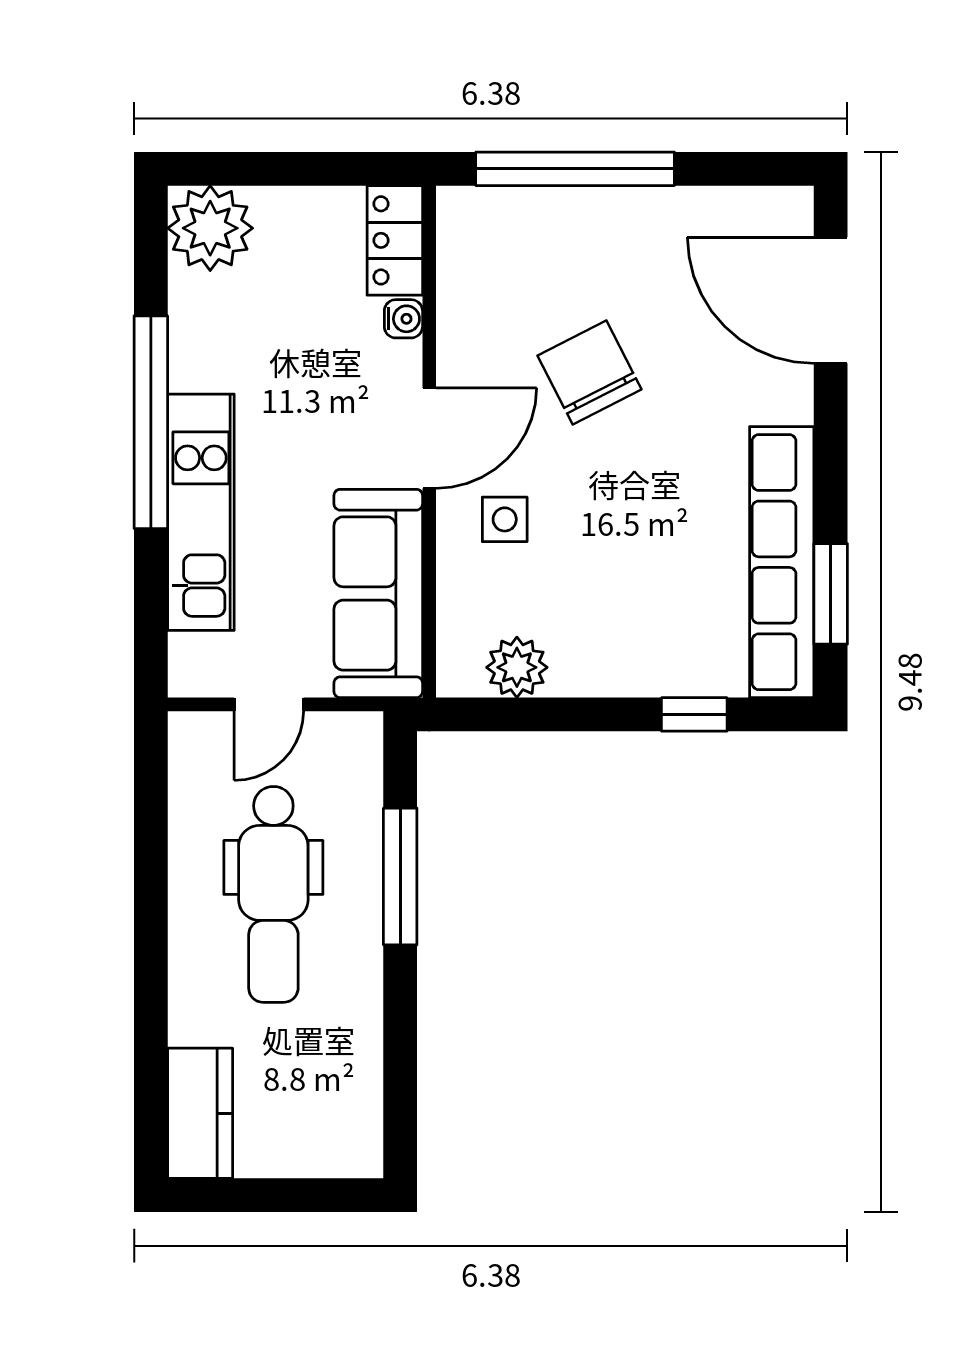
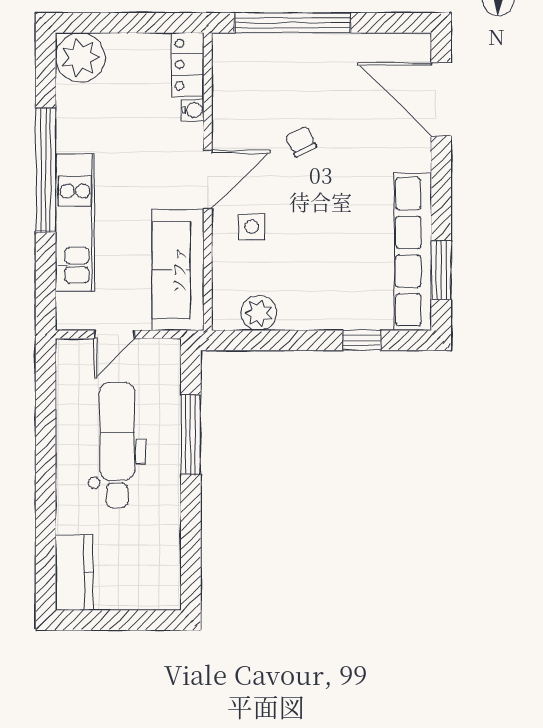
chair: (590, 372) -> (301, 141), width x0.54, depth x0.54
dental chair: (273, 894) -> (117, 445), turned 180

